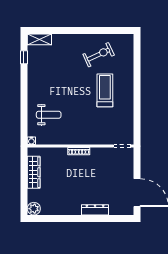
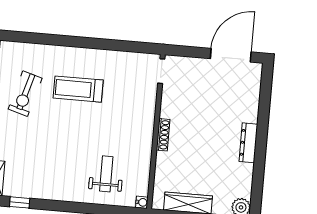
exercise bike: (99, 55) -> (25, 94), turned -139
dresser: (95, 210) -> (248, 143), moved

